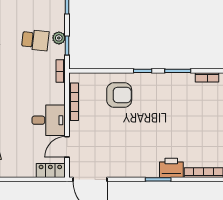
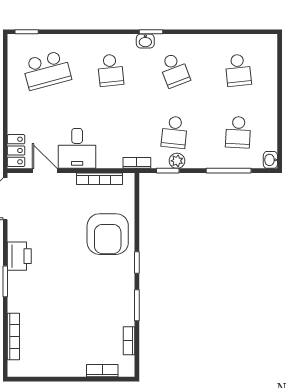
armchair: (119, 95) -> (108, 234), width x1.36, depth x1.36
printer: (171, 168) -> (19, 256), moved

